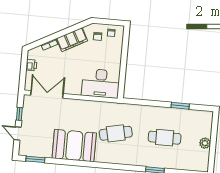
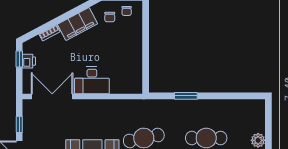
window: (24, 63) -> (19, 59), added
desk: (101, 83) -> (92, 80), moved, width x0.73, depth x0.77
window: (180, 106) -> (186, 96), moved

